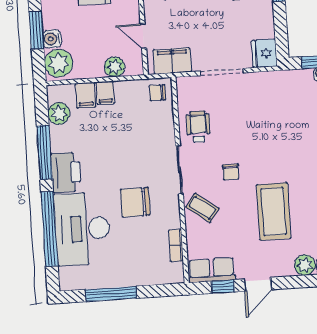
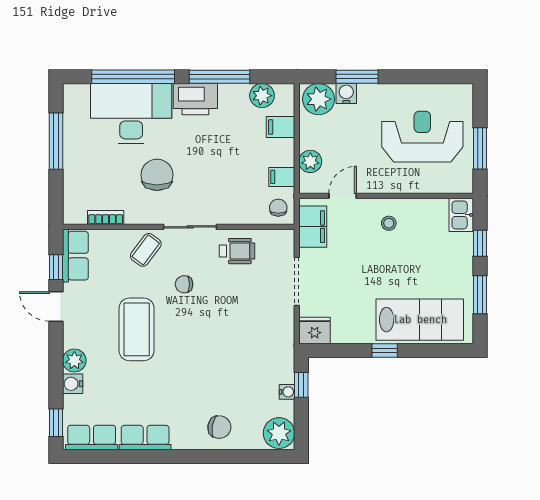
filing cabinet: (105, 93) -> (282, 177), moved
coffee table: (274, 211) -> (137, 329), turned 90

